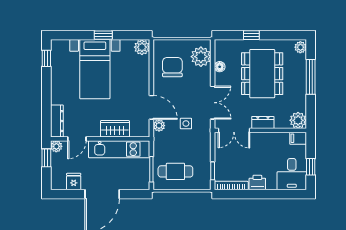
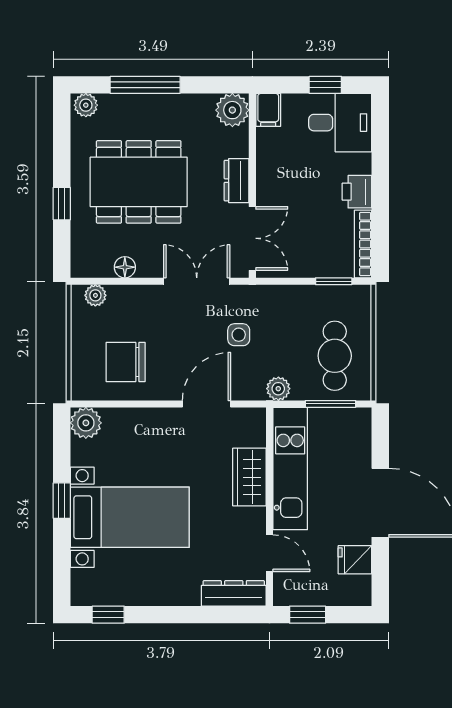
plant: (201, 57) -> (95, 295), width x0.53, depth x0.53
plant: (159, 126) -> (278, 389), moved
plant: (56, 146) -> (284, 594), removed

